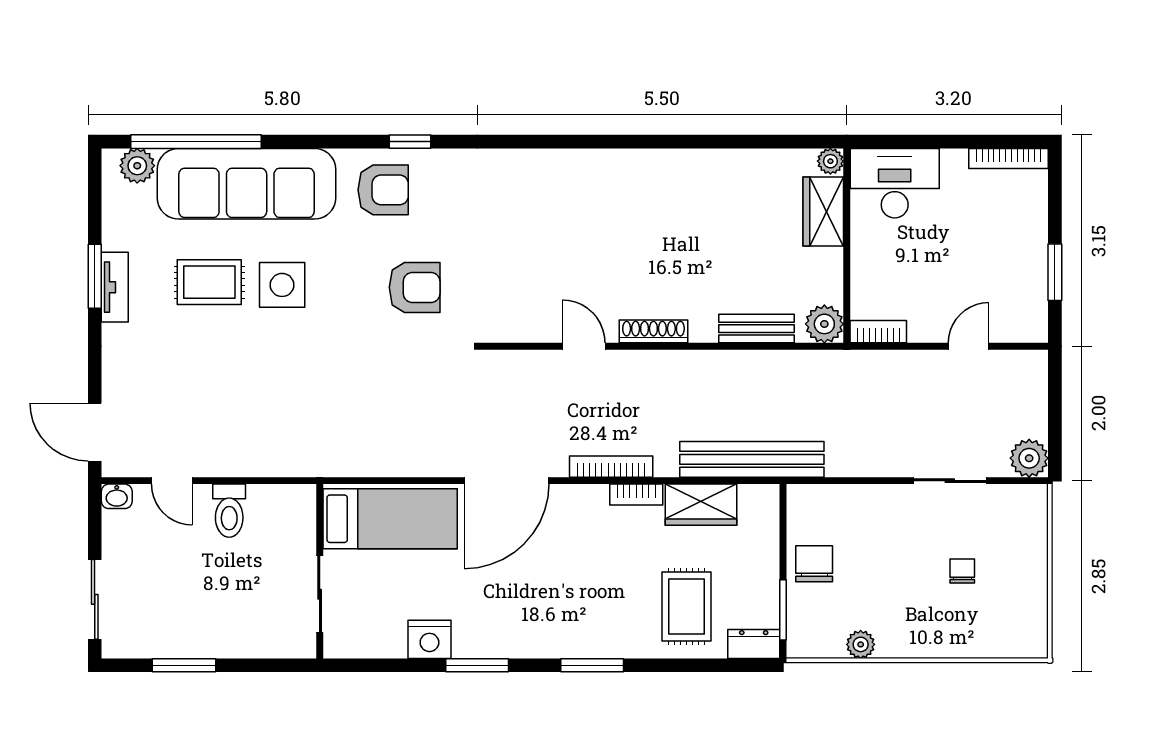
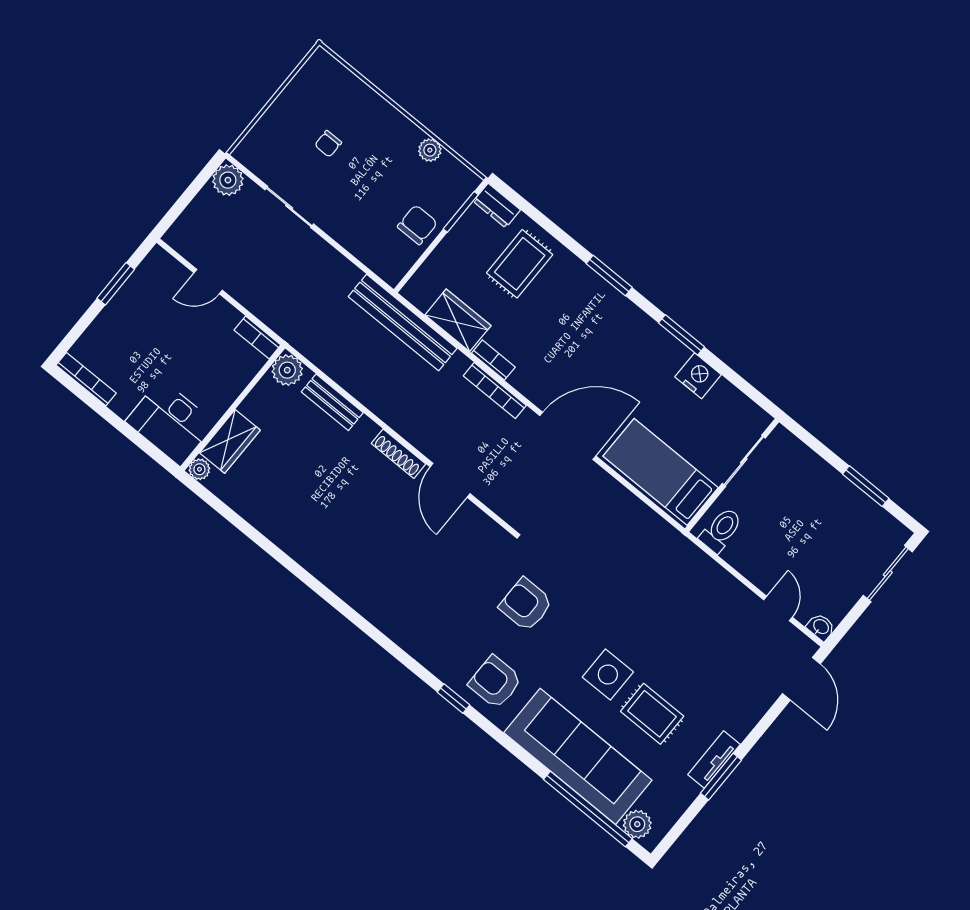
door: (584, 346) -> (450, 480), width x1.38
toilet: (229, 511) -> (721, 530), moved
chair: (814, 564) -> (417, 225), turned 180

